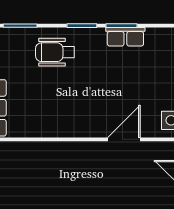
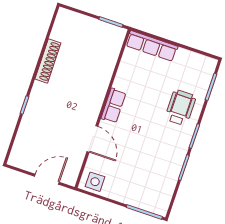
row of seats: (125, 37) -> (113, 106), moved, turned 180

